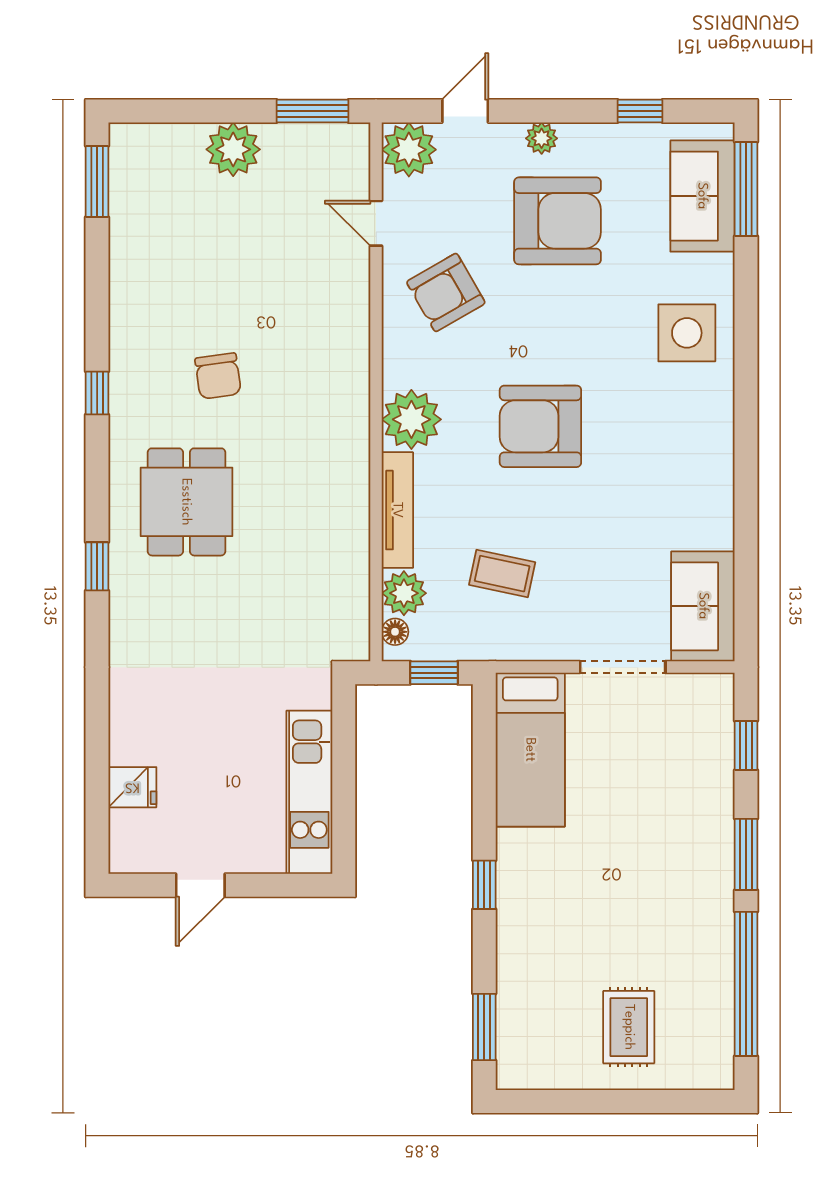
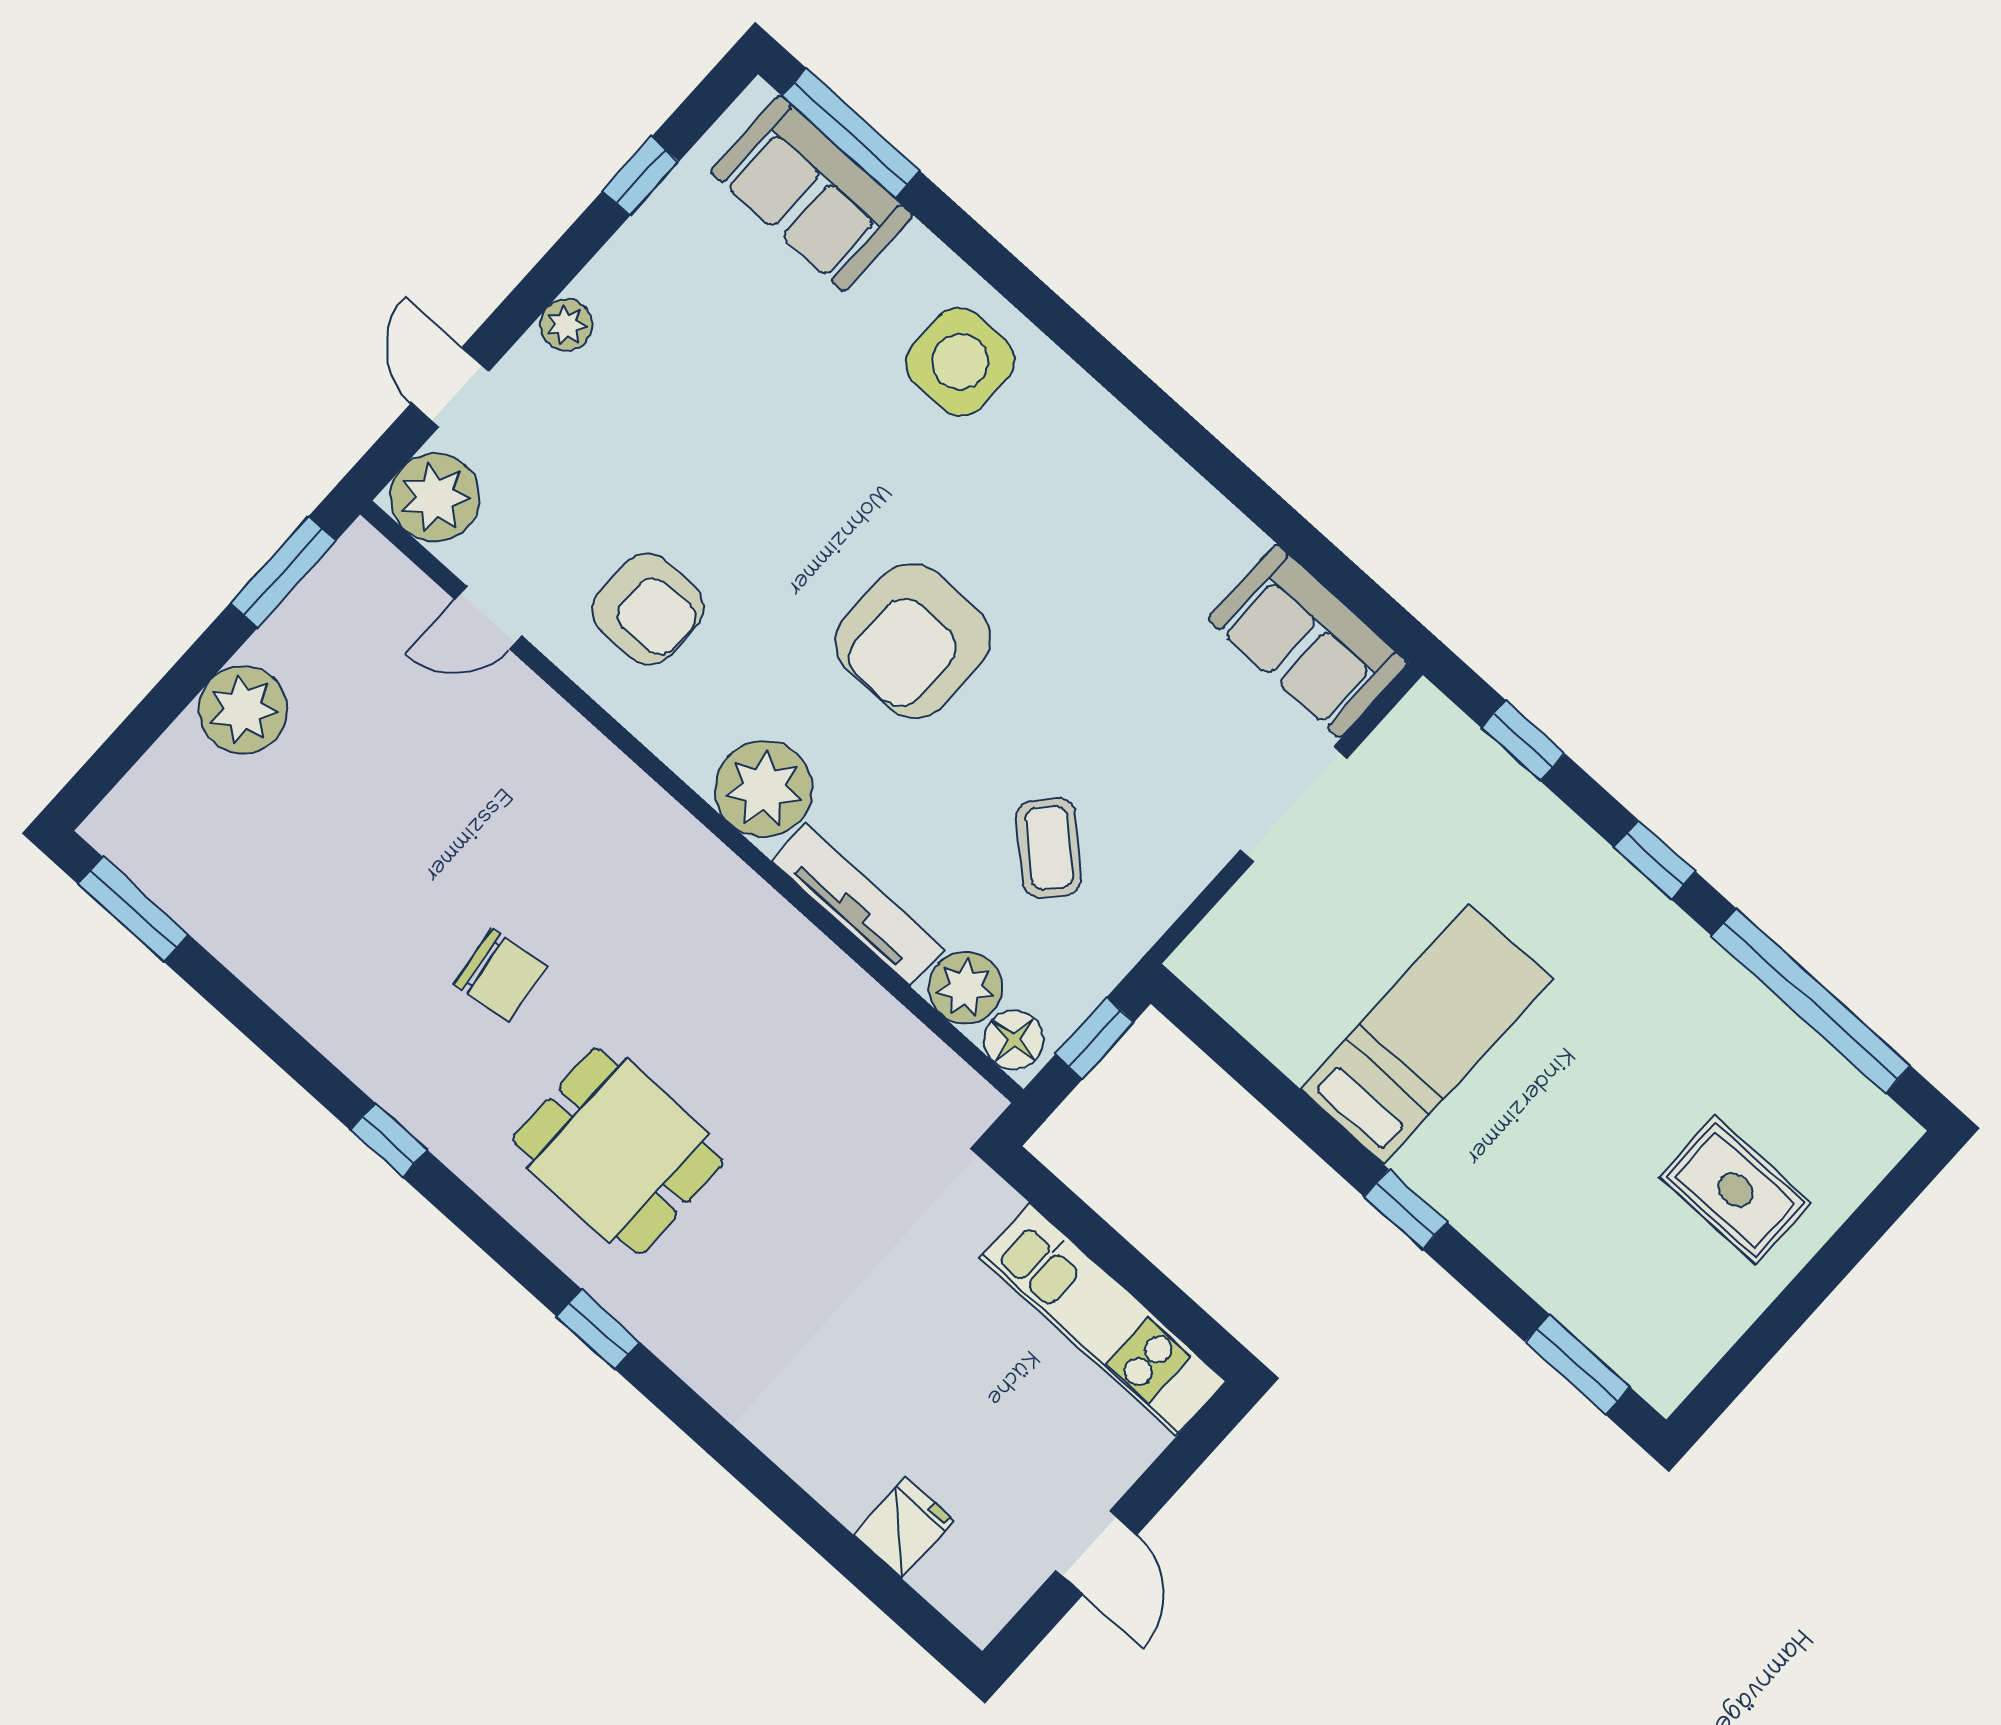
armchair: (557, 221) -> (683, 396), removed
armchair: (446, 292) -> (648, 609), turned -60
coffee table: (502, 574) -> (1049, 848), turned -60
floor lamp: (395, 632) -> (1014, 1040), width x1.37, depth x1.37
bed: (530, 750) -> (1426, 1034), moved, turned -90
window: (746, 854) -> (1655, 860), width x0.67

